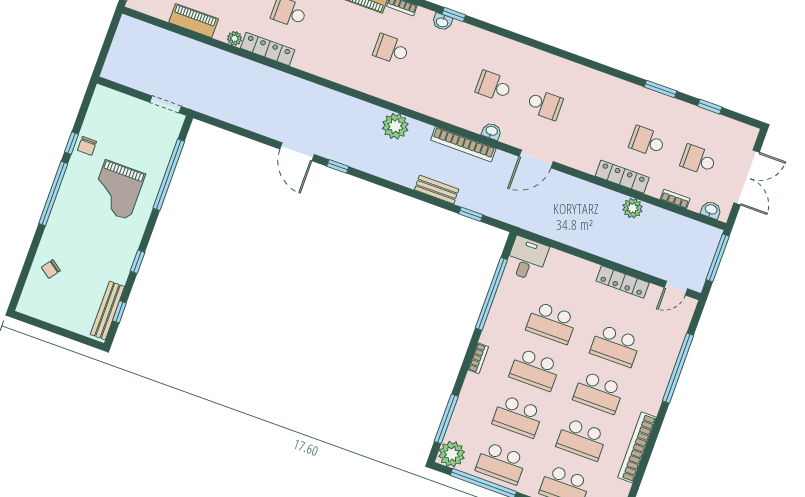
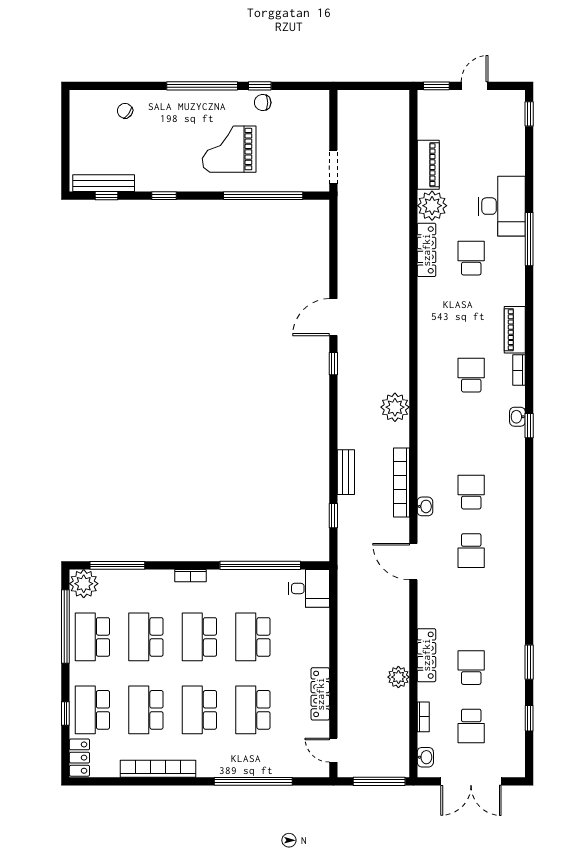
plant: (234, 38) -> (432, 206), width x1.87, depth x1.87
school desk: (698, 160) -> (471, 726), turned 180

